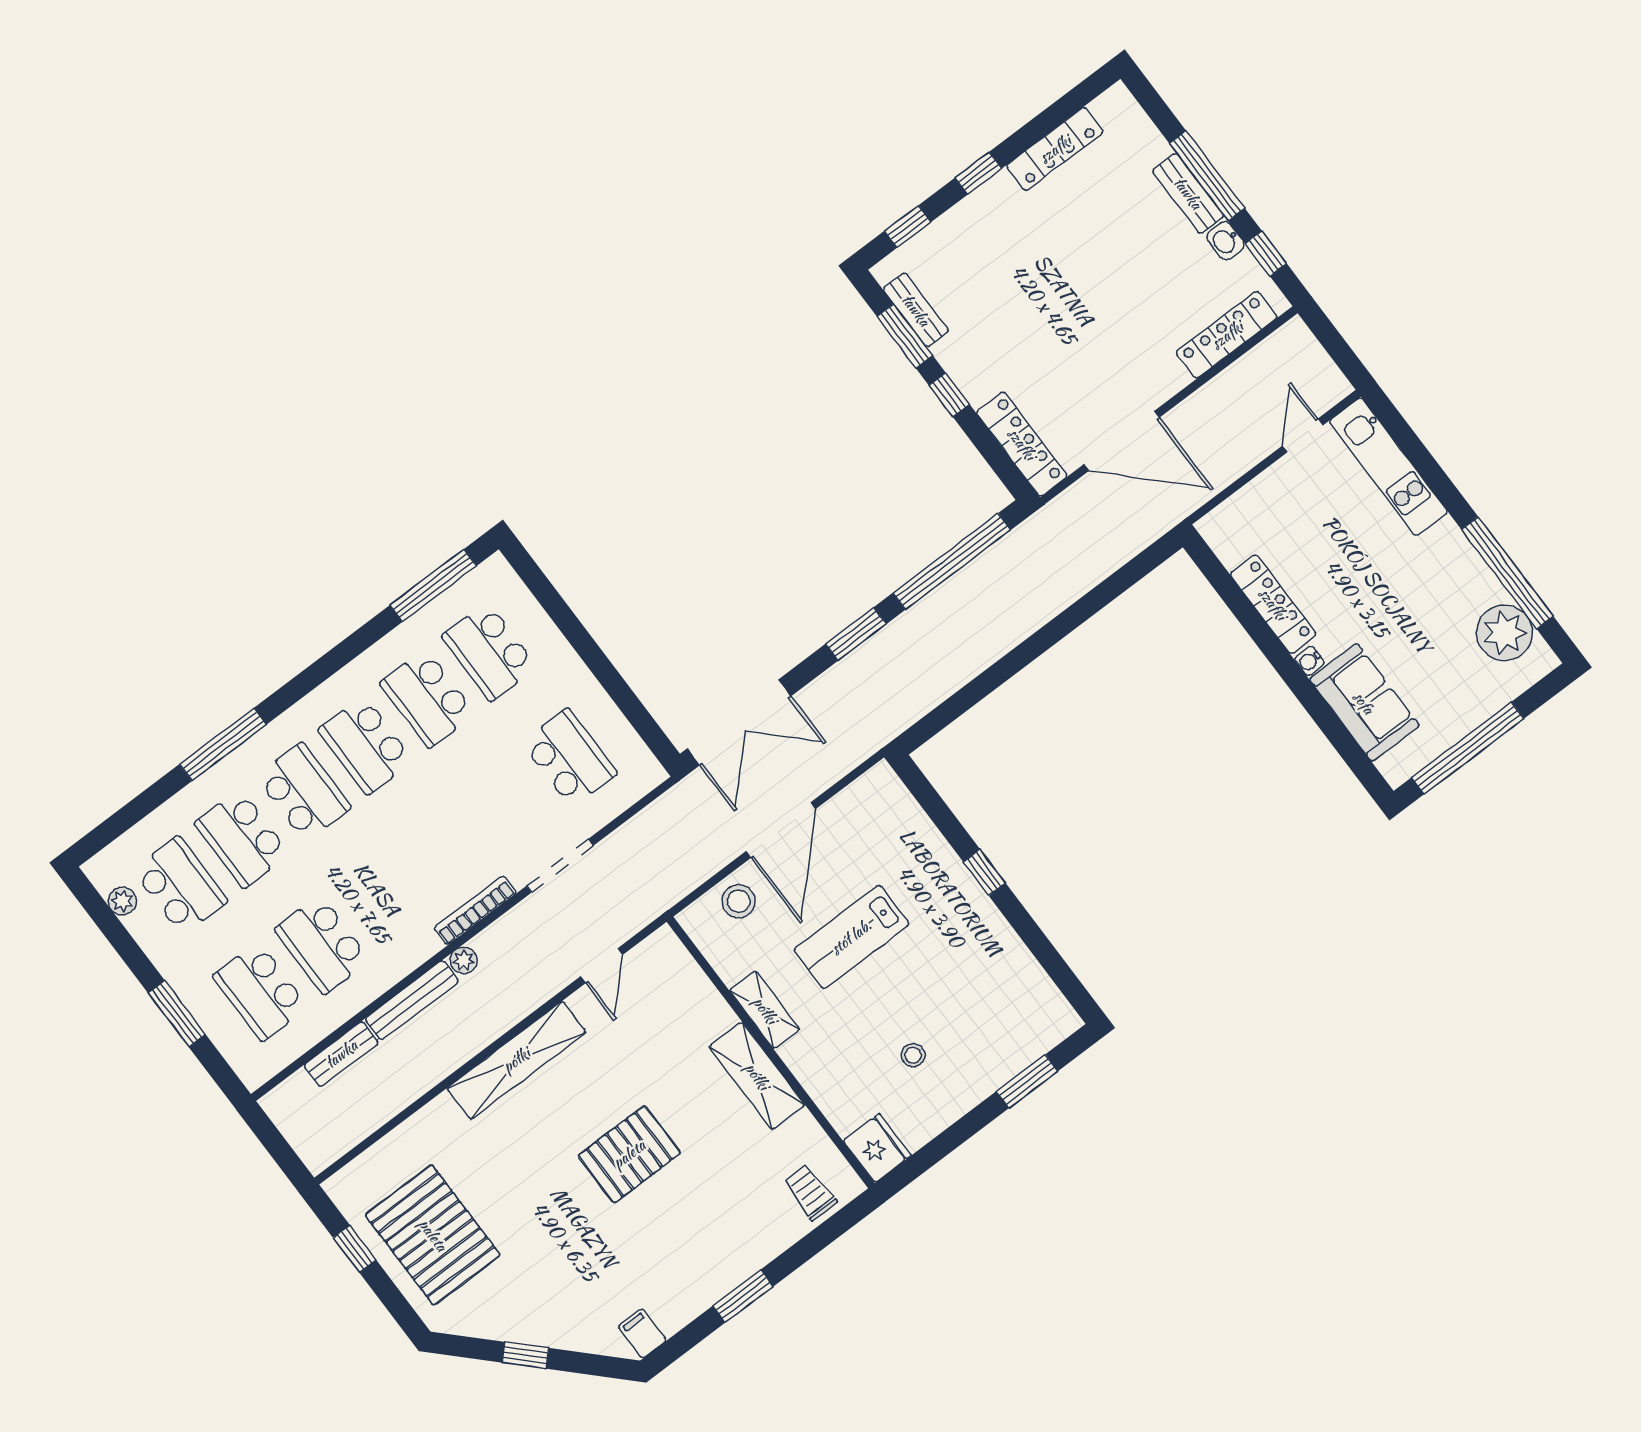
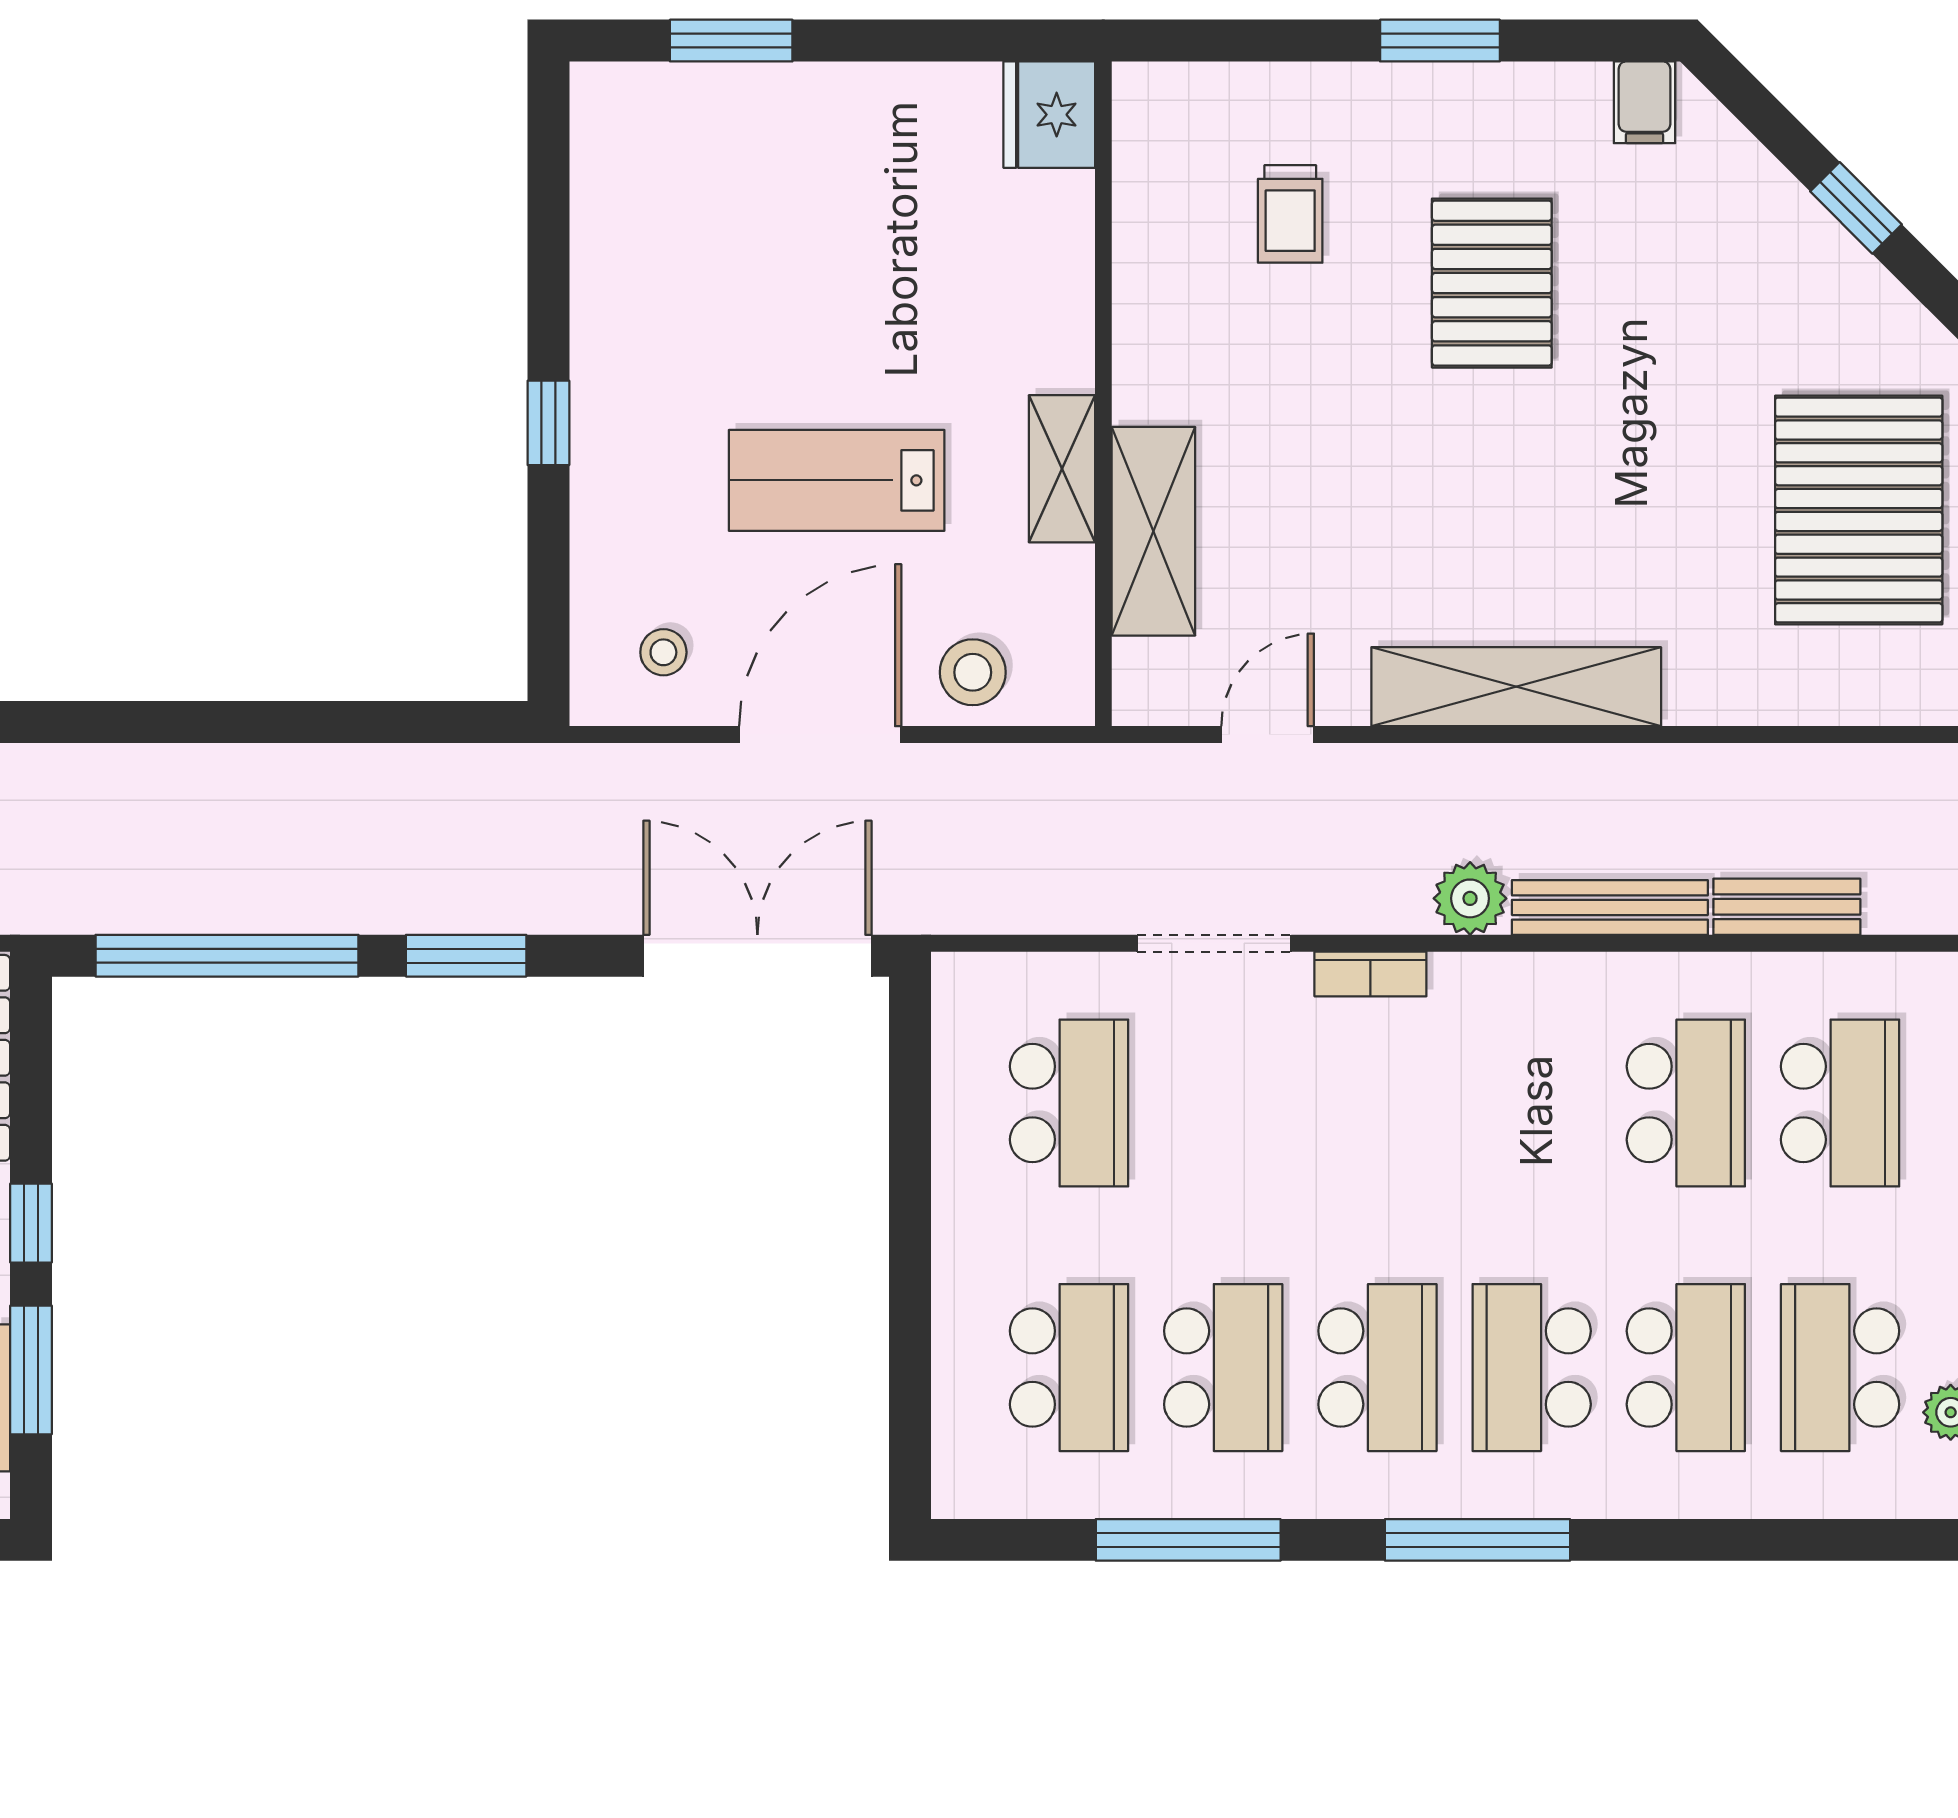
window: (433, 585) -> (1188, 1540), moved
window: (223, 744) -> (1477, 1540), moved
school desk: (569, 758) -> (1069, 1103), turned 180
bookcase: (475, 910) -> (1370, 974), width x0.64
lab bench: (851, 937) -> (837, 480), turned 180
plant: (464, 960) -> (1470, 898), width x1.38, depth x1.38
stool: (913, 1055) -> (663, 652), moved
shelving: (757, 1076) -> (1153, 531), moved
pallet: (629, 1154) -> (1492, 283), moved, turned 90
trolley: (810, 1192) -> (1290, 214), moved

